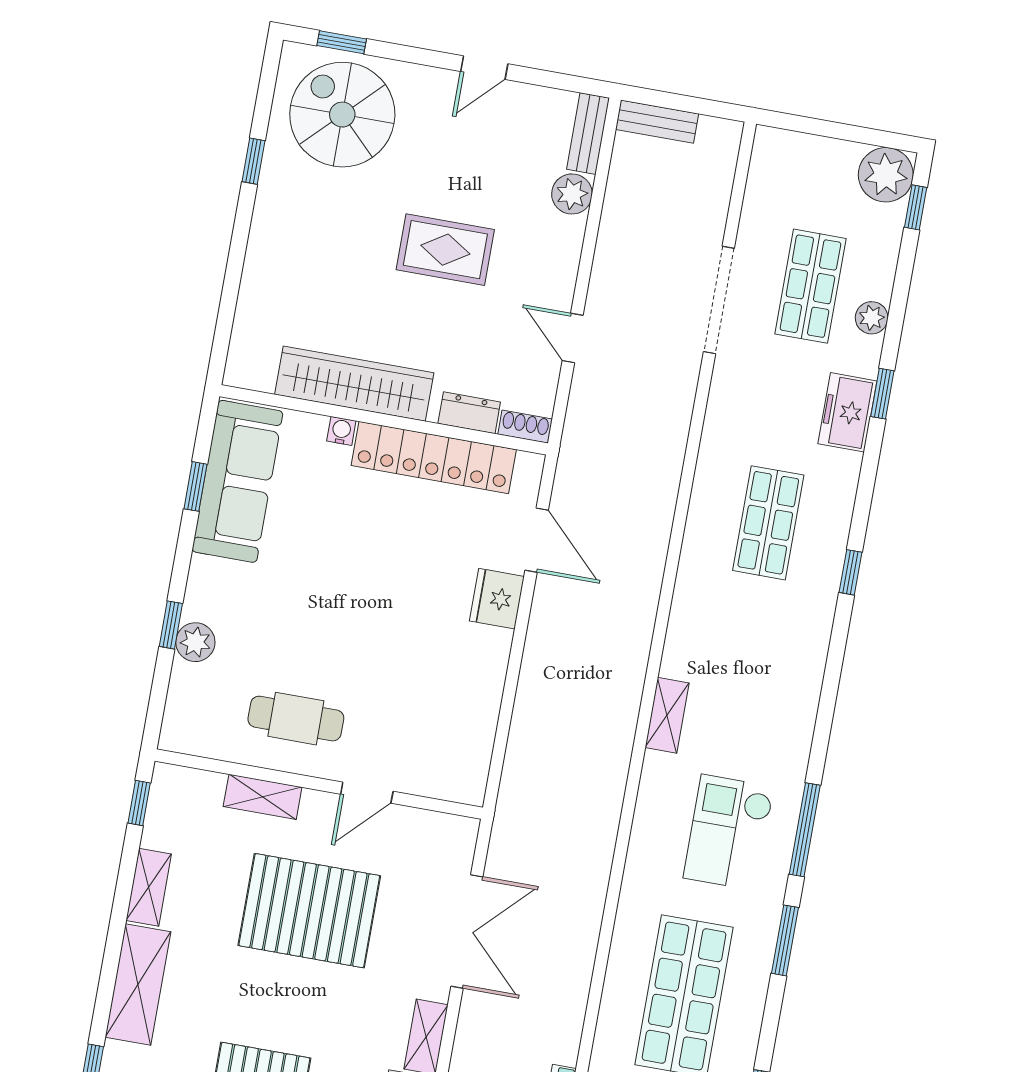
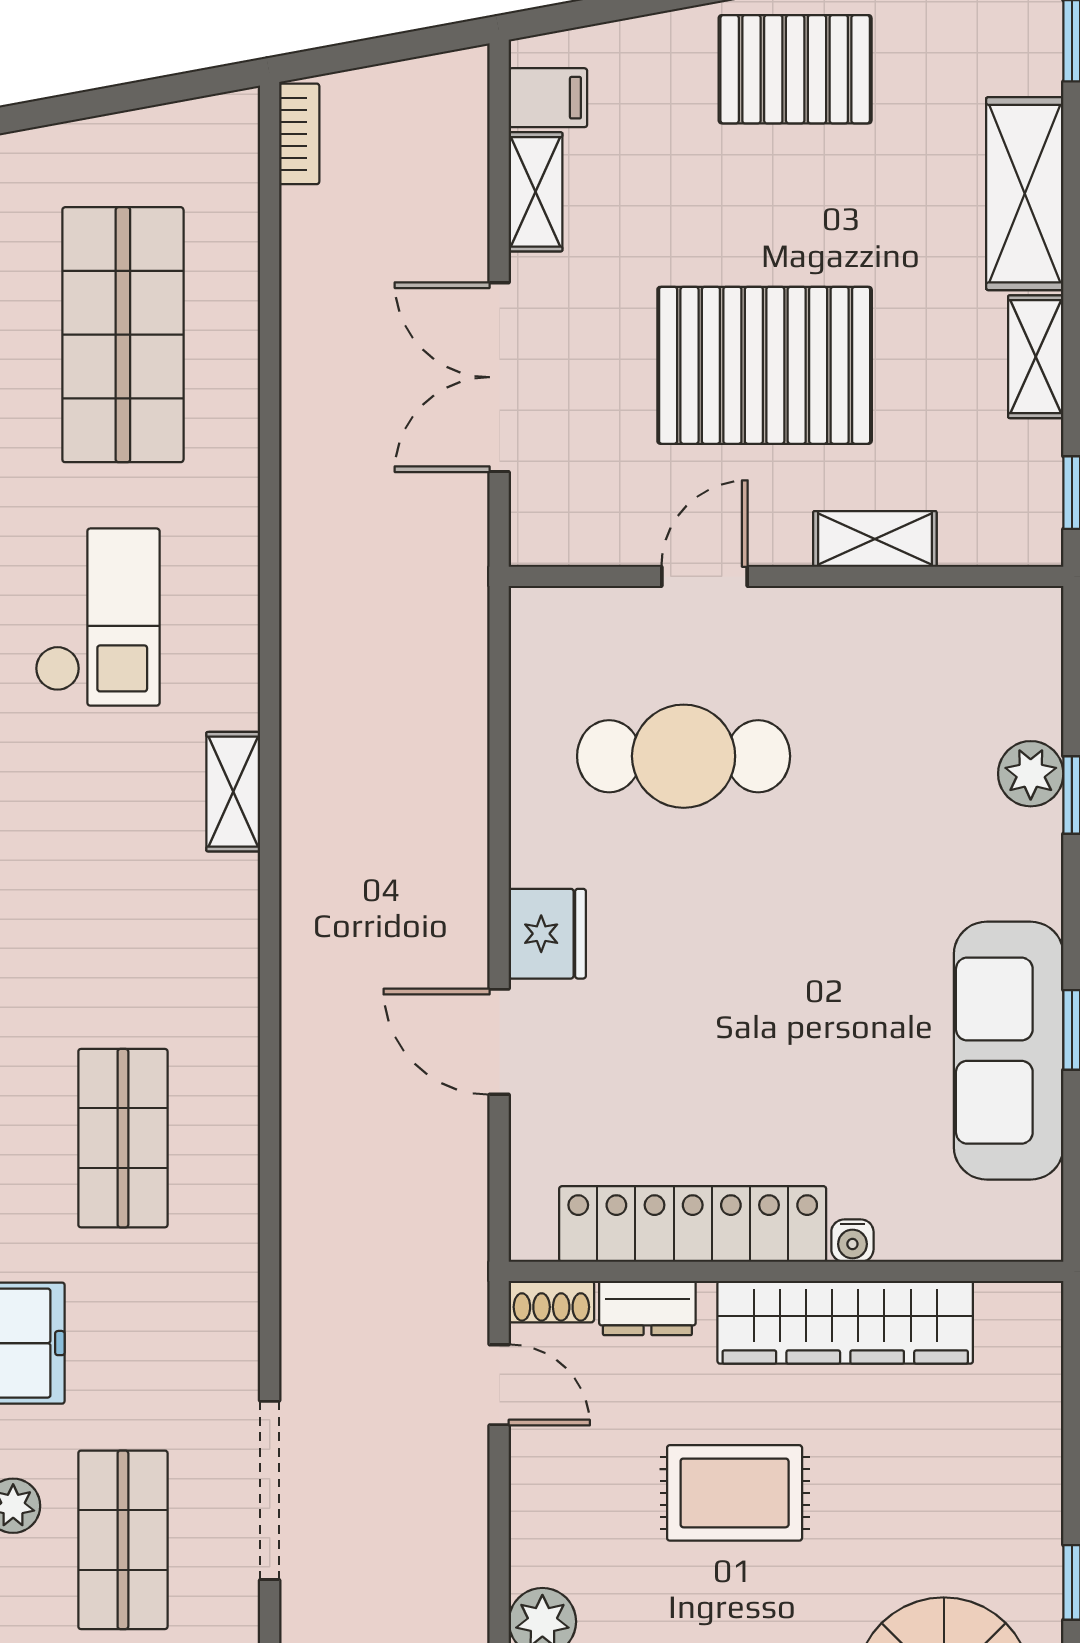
wardrobe: (354, 384) -> (845, 1322), moved
dresser: (469, 413) -> (647, 1308), moved
wall: (384, 420) -> (786, 1271), moved
shoe rack: (525, 427) -> (551, 1302), moved
water cooler: (341, 431) -> (852, 1241), moved
locker: (434, 458) -> (693, 1224), moved
cafe table: (296, 719) -> (684, 756), moved, width x1.37, depth x1.35

